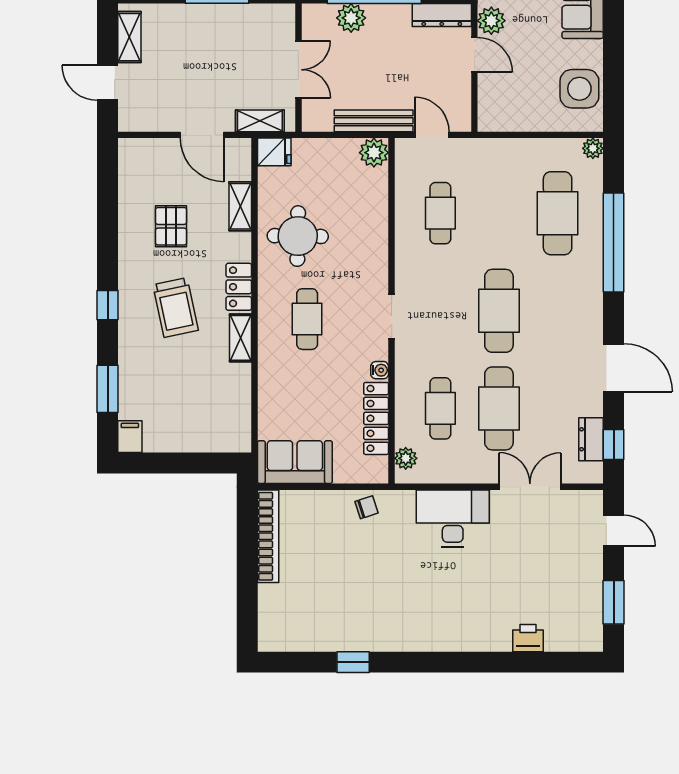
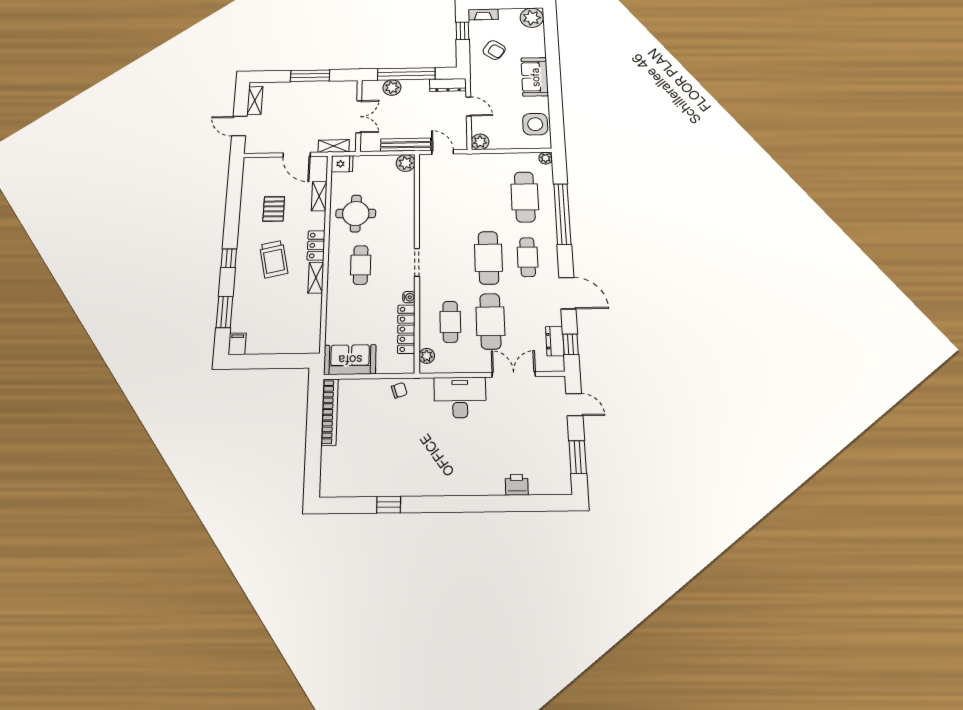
plant: (491, 21) -> (480, 142), moved
cafe table: (440, 213) -> (528, 257), moved

